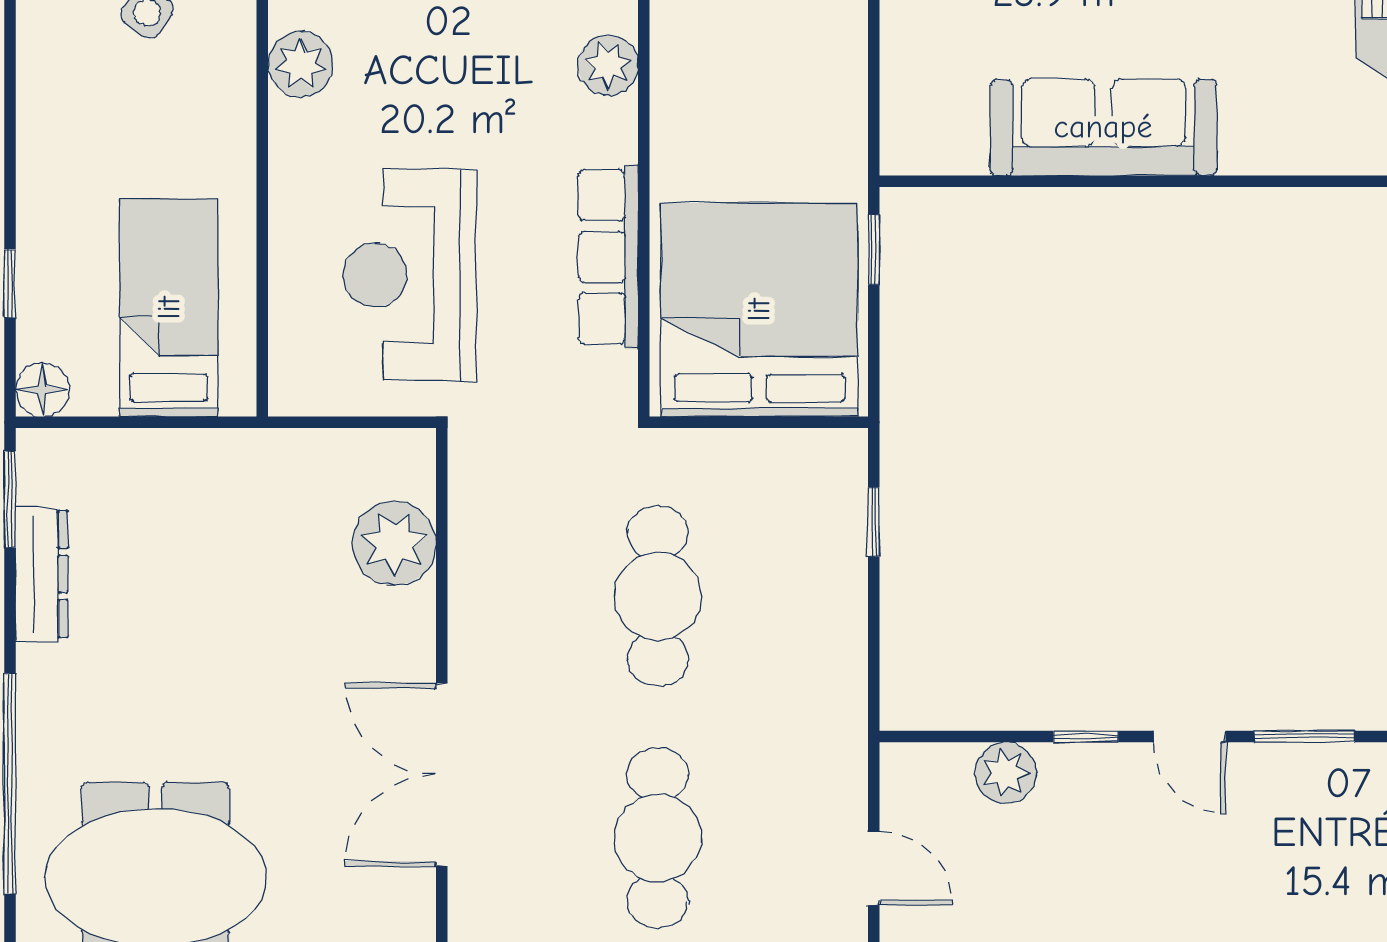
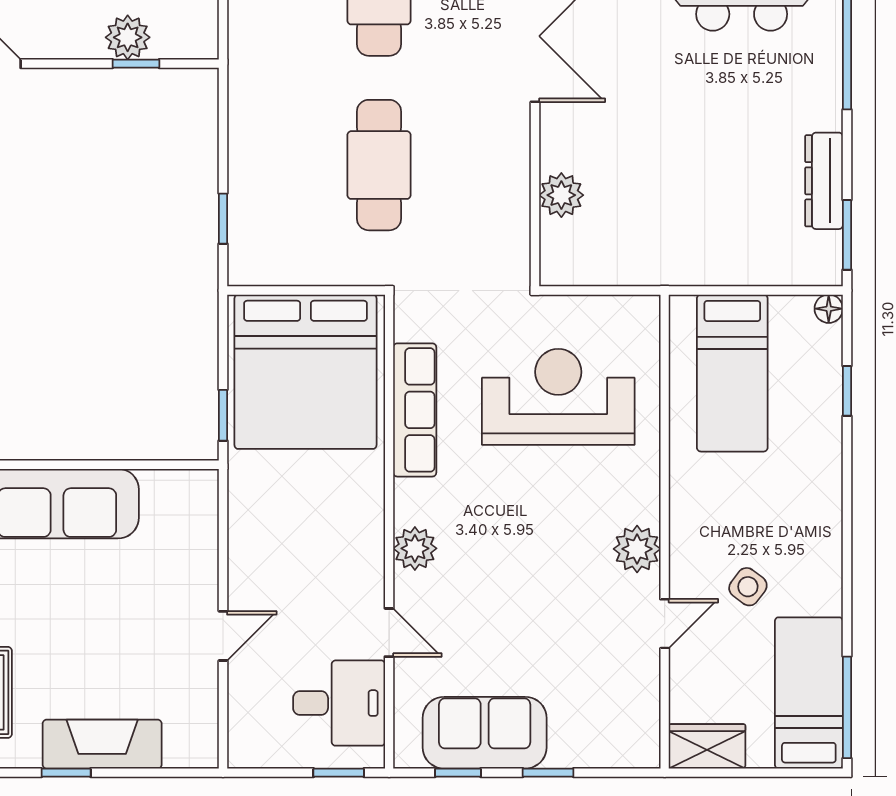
reception desk: (410, 275) -> (558, 397), turned -90
floor lamp: (42, 390) -> (829, 309), width x0.73, depth x0.73
plant: (394, 543) -> (561, 195), width x0.73, depth x0.73
window: (1086, 736) -> (136, 64), moved

